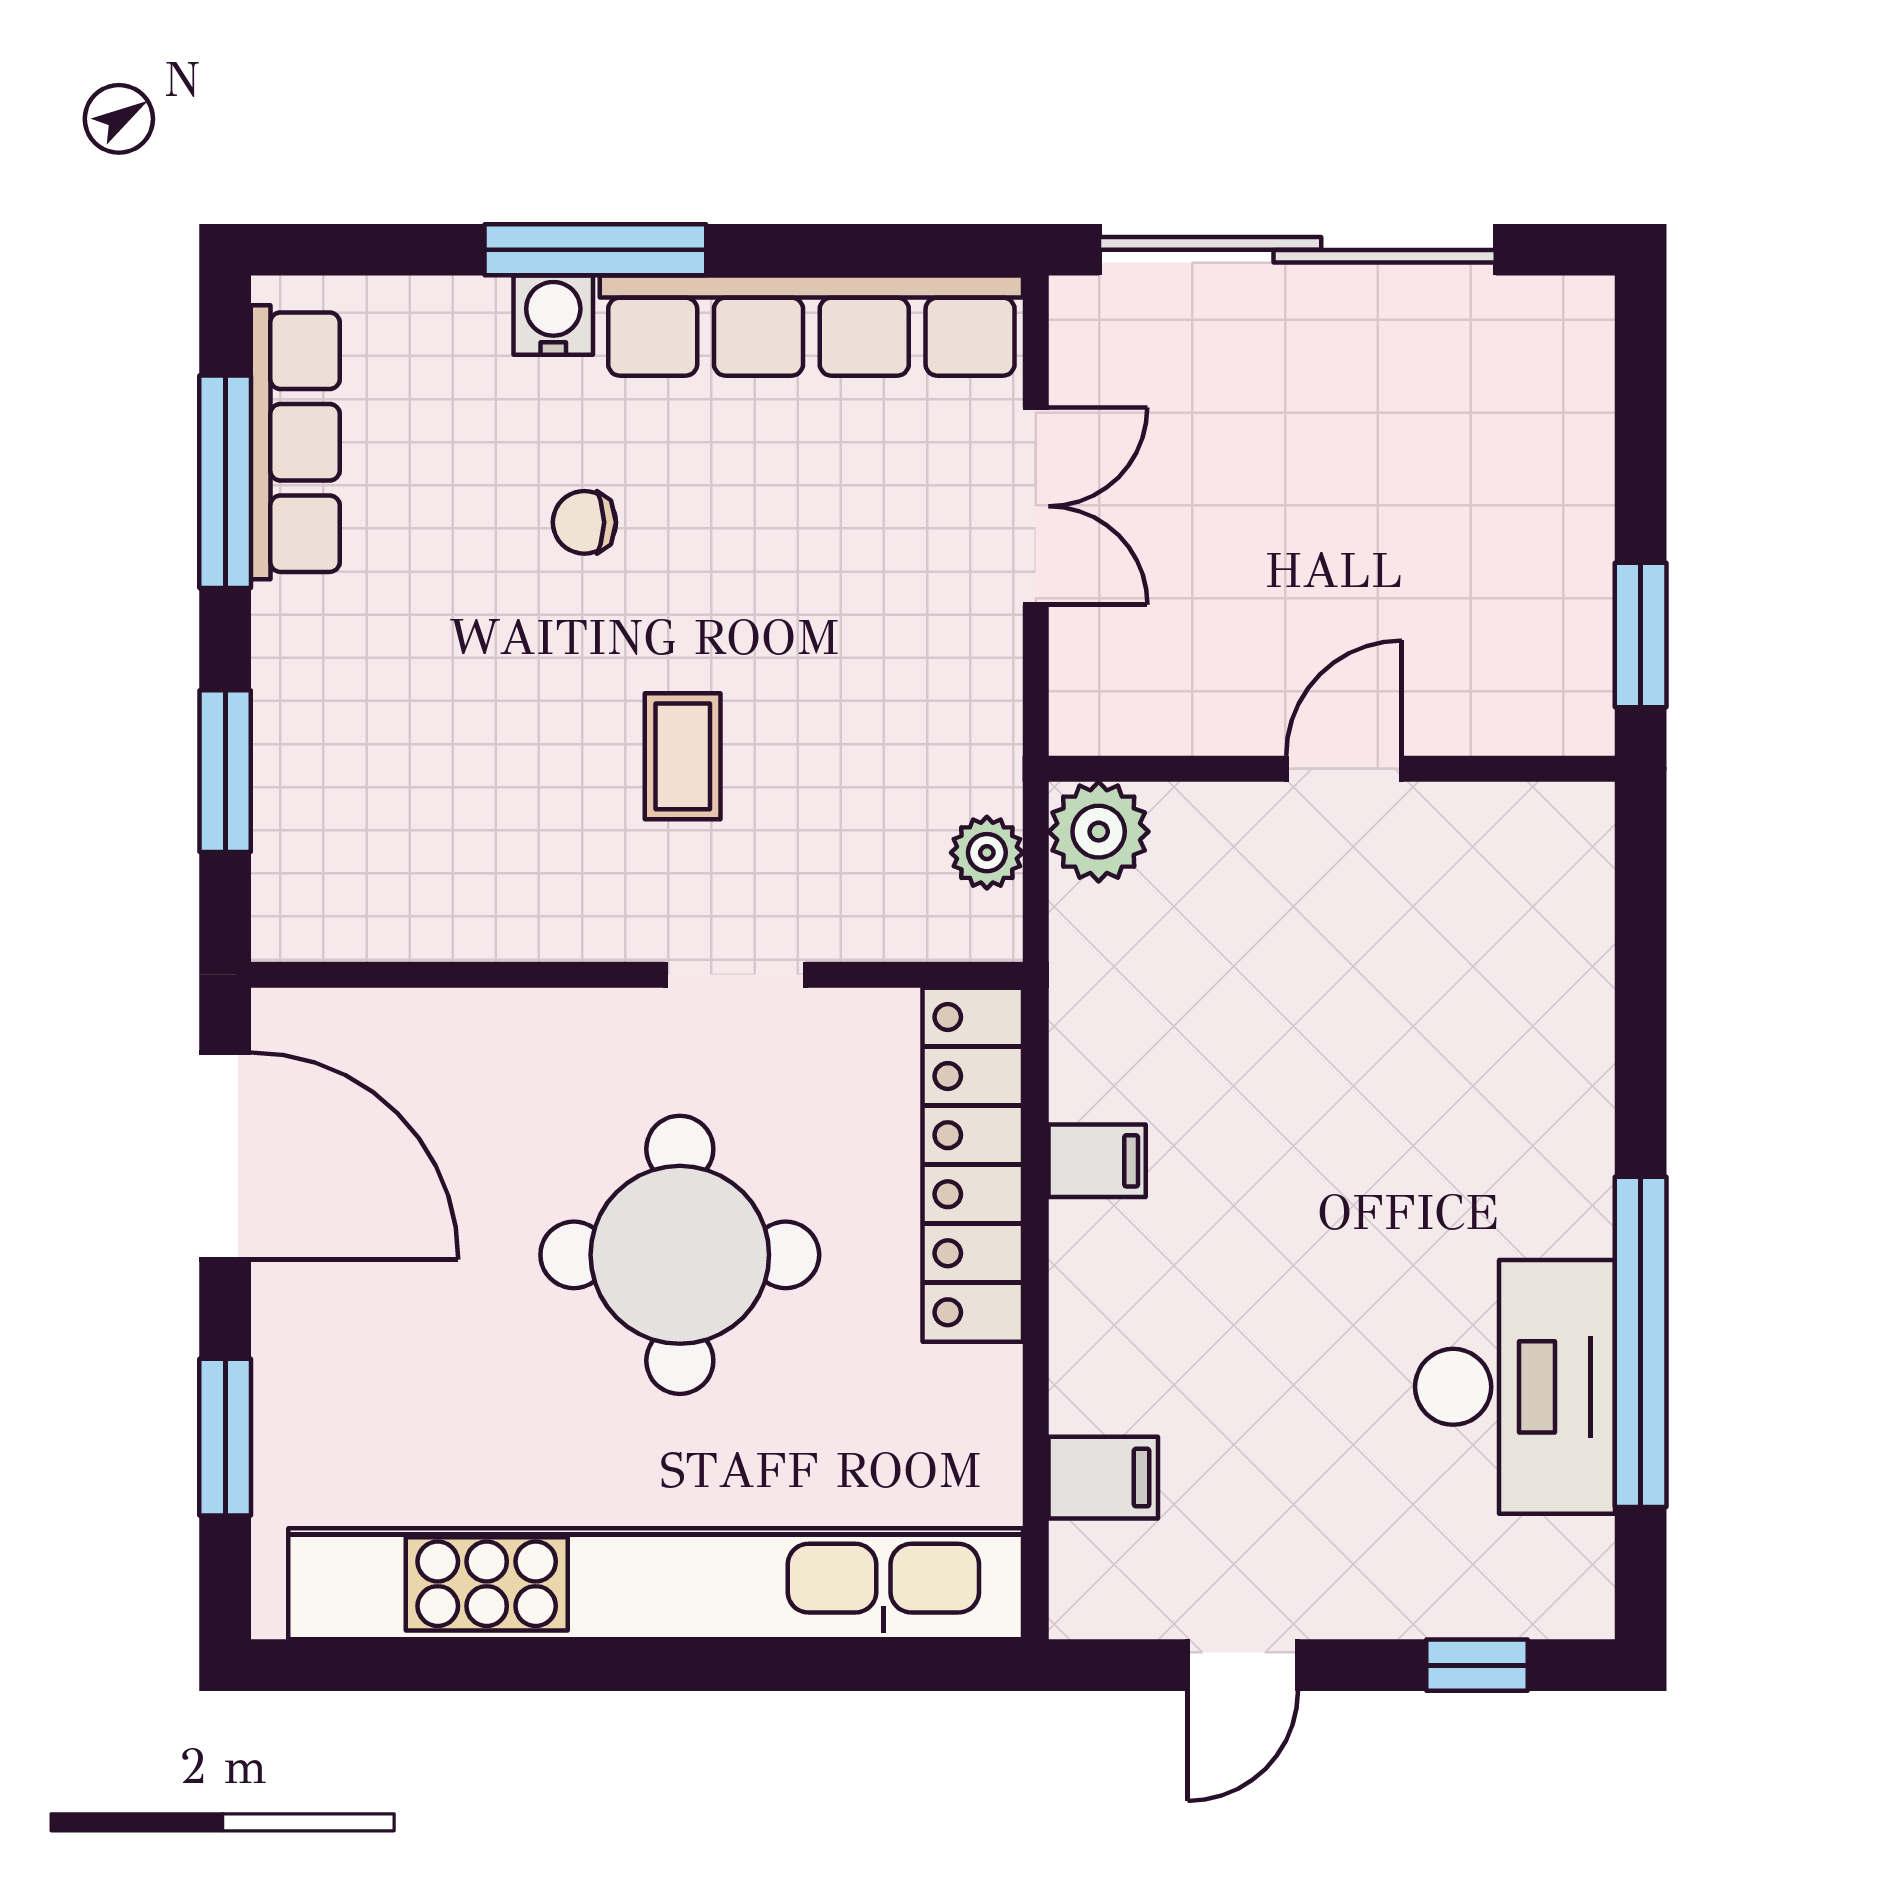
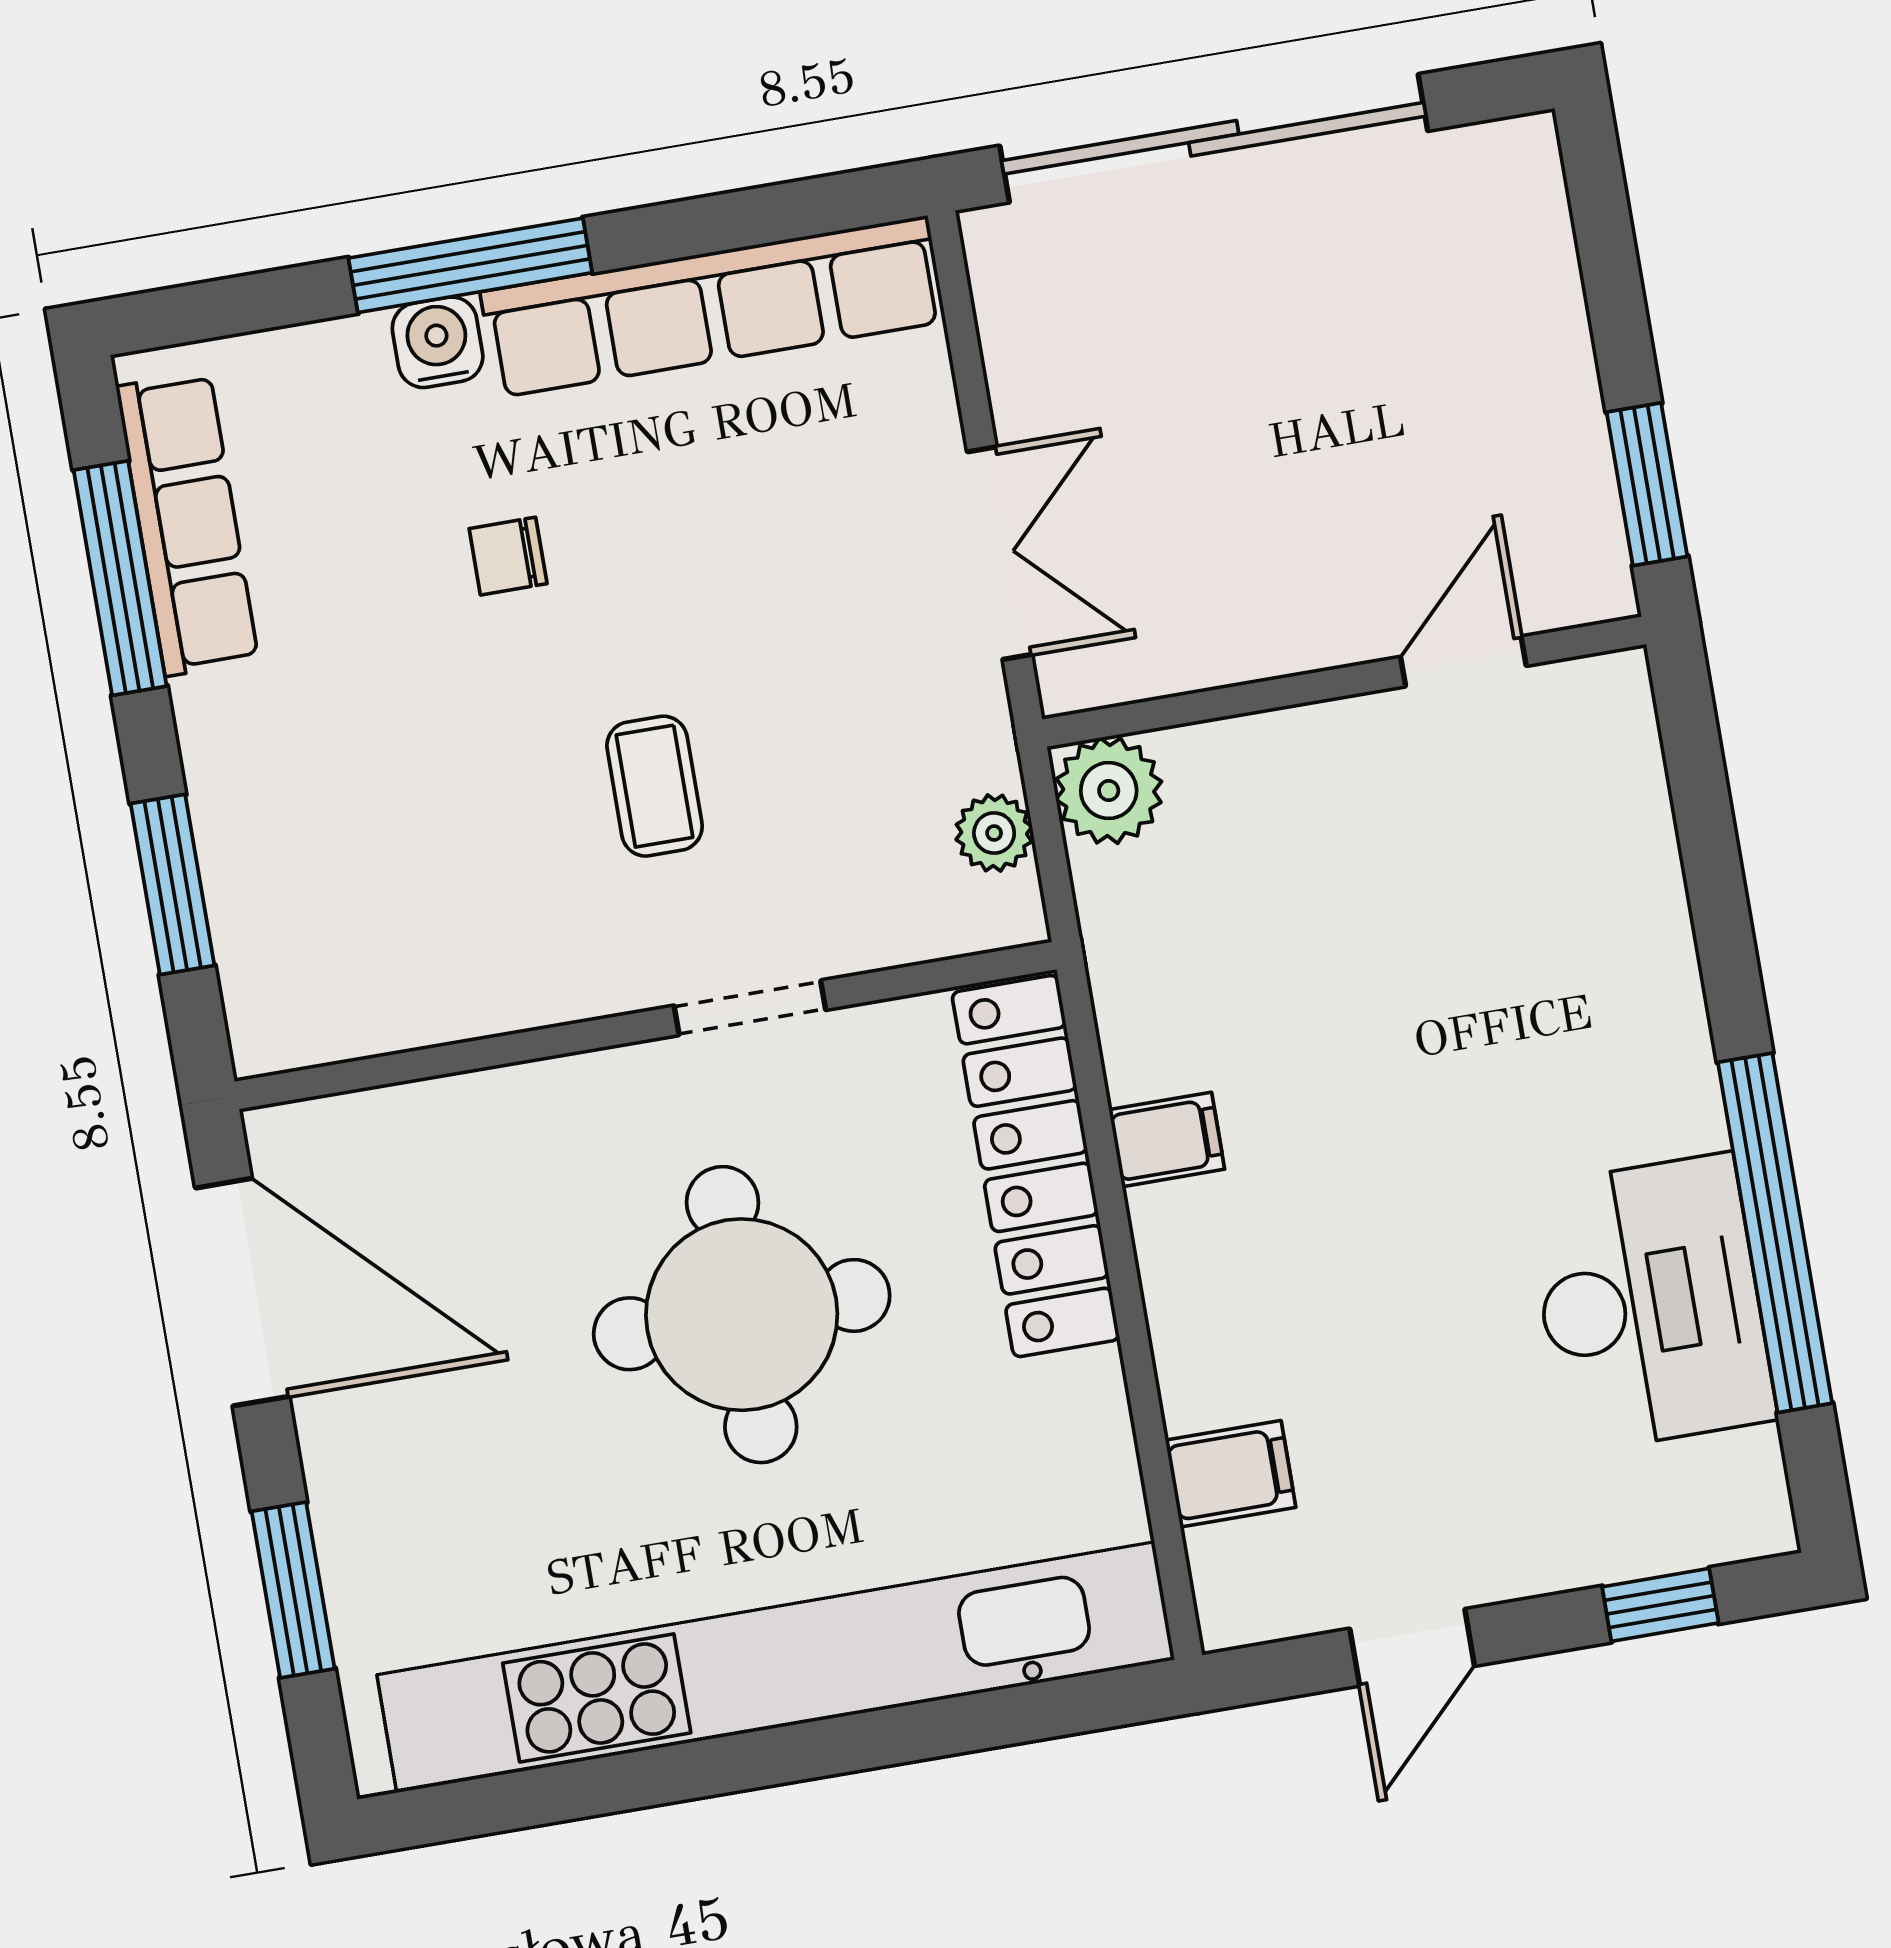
double door: (1036, 506) -> (1000, 553), moved
door: (1344, 769) -> (1463, 661), moved

